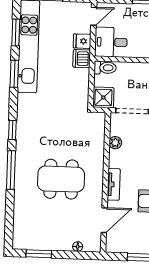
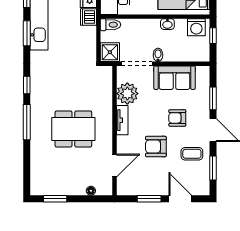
plant: (115, 143) -> (127, 94), width x1.87, depth x1.87
tv unit: (114, 184) -> (122, 120), moved

